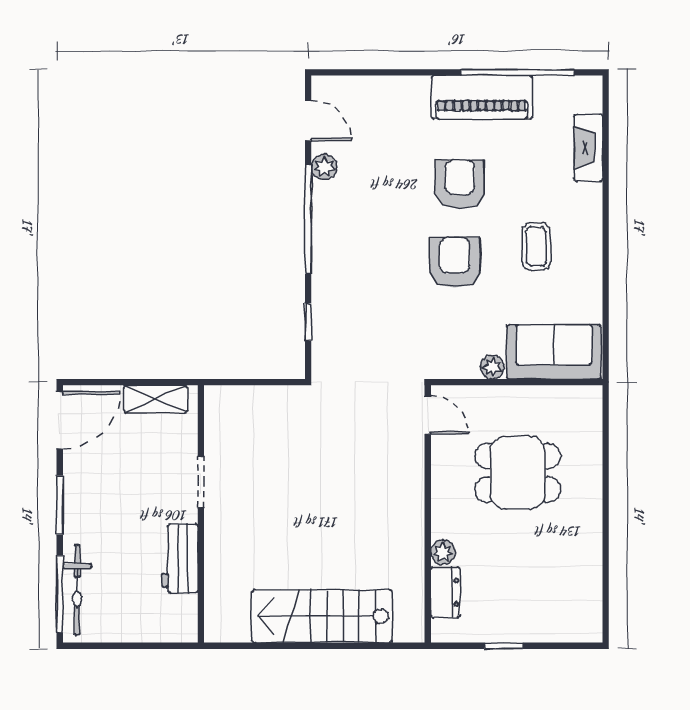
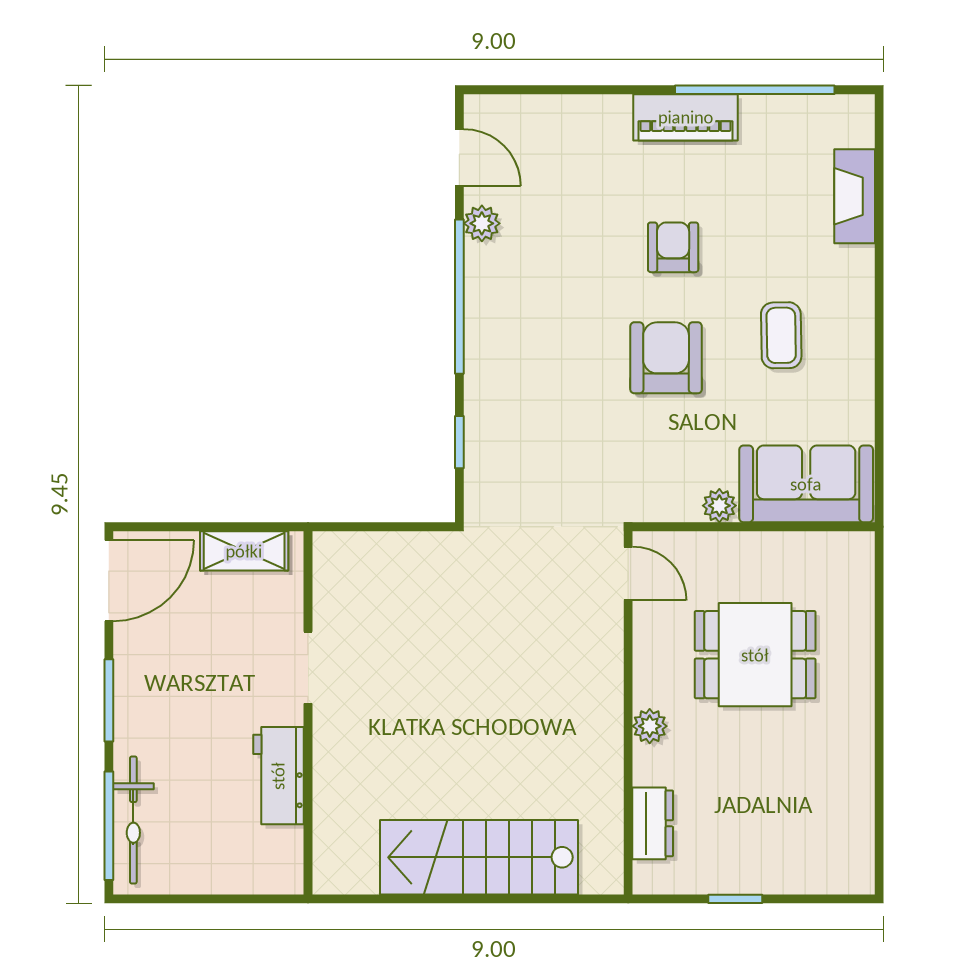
piano: (482, 97) -> (686, 117), width x0.73, depth x0.75
armchair: (460, 184) -> (673, 247), width x0.72, depth x0.72
plant: (443, 552) -> (650, 726), moved

